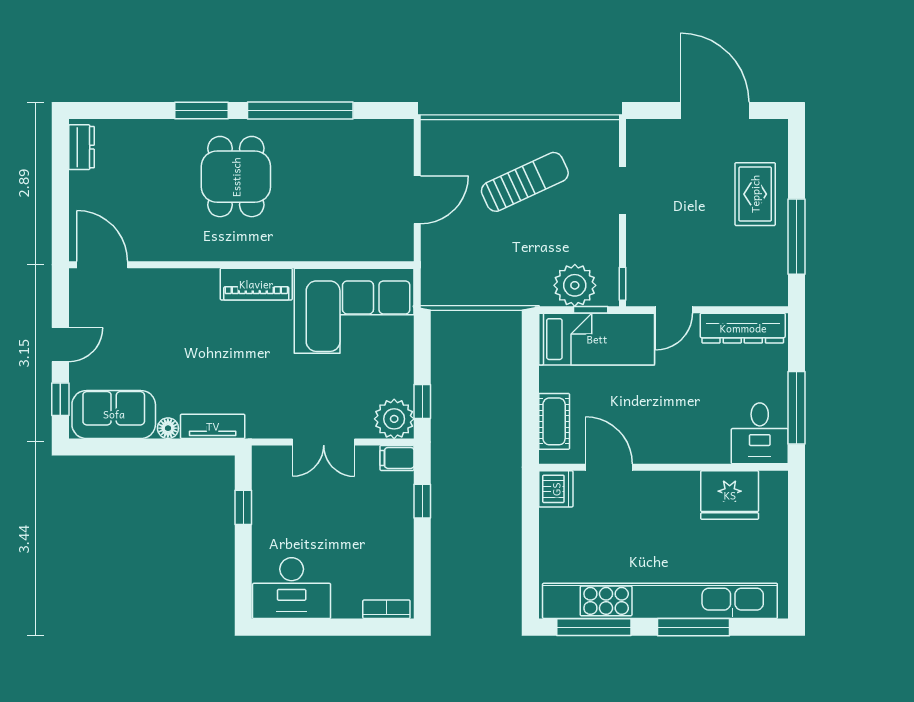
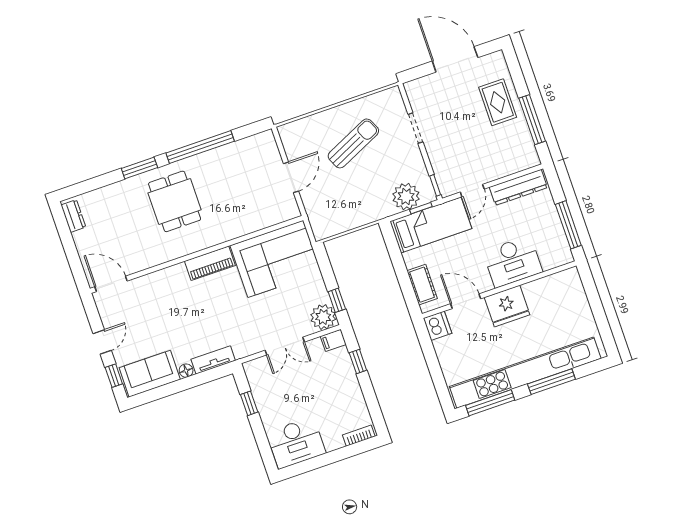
desk: (760, 433) -> (513, 262), moved, width x1.37
fridge: (730, 495) -> (507, 306), moved

